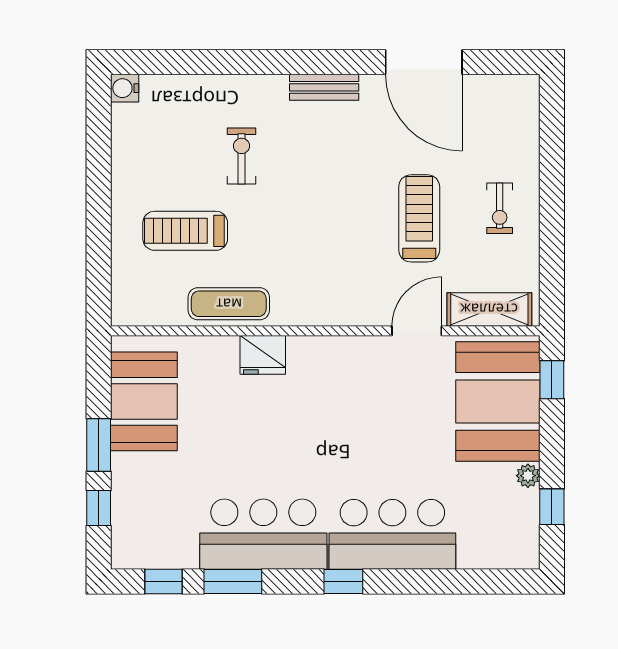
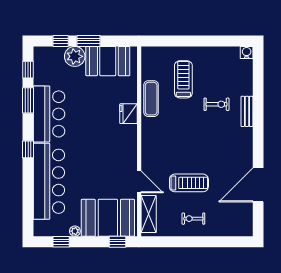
bench: (324, 87) -> (247, 111), moved
plant: (134, 476) -> (75, 56), added
bar counter: (392, 534) -> (49, 181), width x1.36

